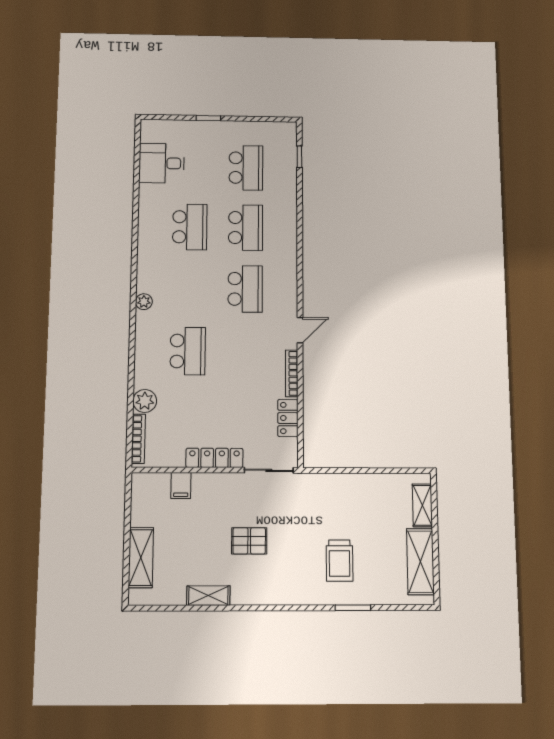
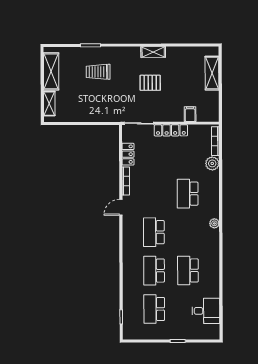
trolley: (339, 561) -> (98, 72), turned -90
shelving: (208, 596) -> (153, 52), moved

